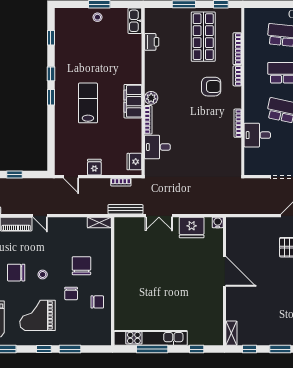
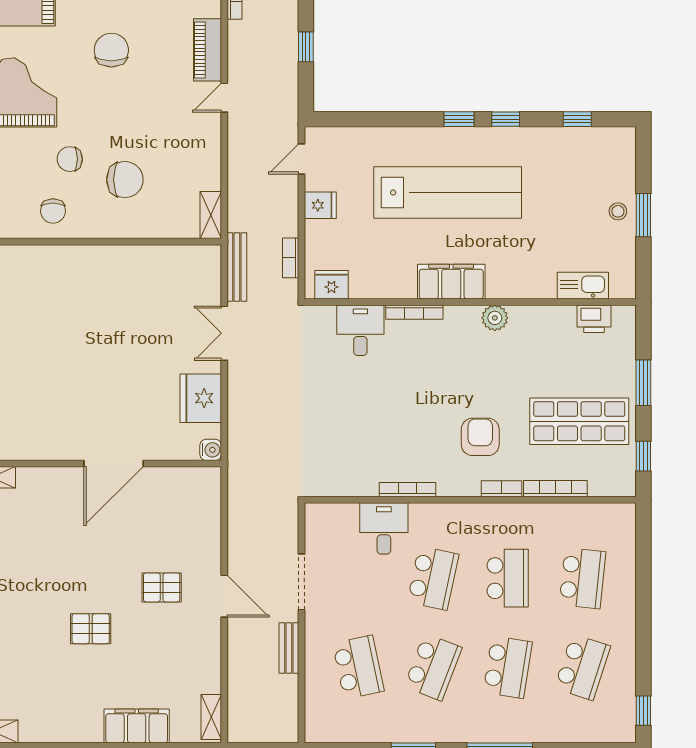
kitchen sink: (135, 21) -> (583, 286), moved
printer: (152, 42) -> (594, 319), moved
armchair: (211, 87) -> (480, 437), turned 180
plant: (151, 98) -> (495, 318), moved
lab bench: (88, 103) -> (448, 193), width x1.86, depth x1.39
stool: (43, 274) -> (107, 103), removed

